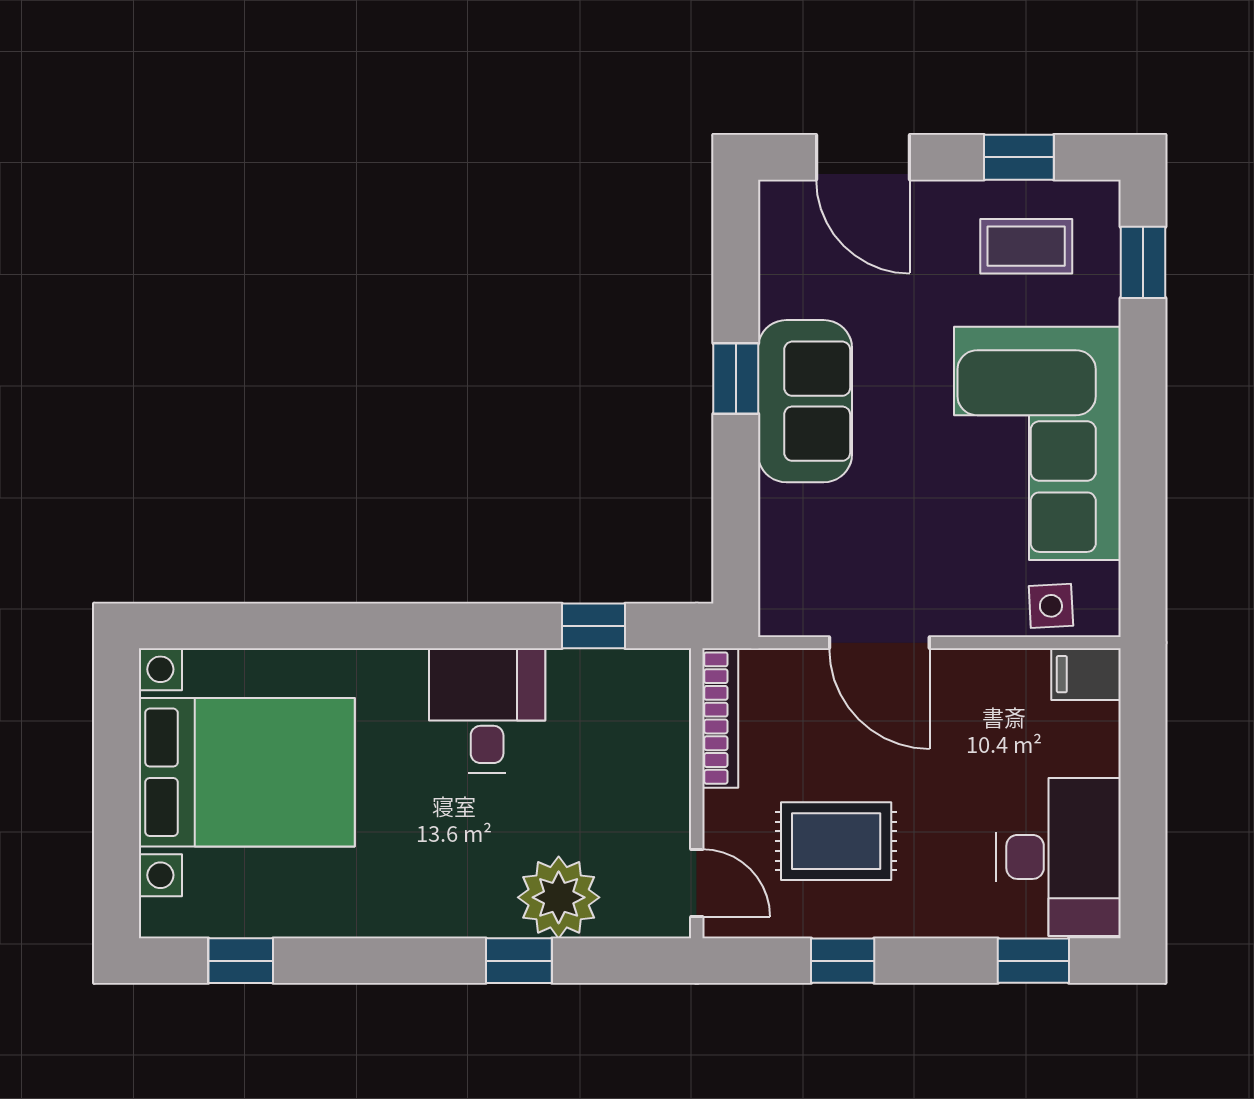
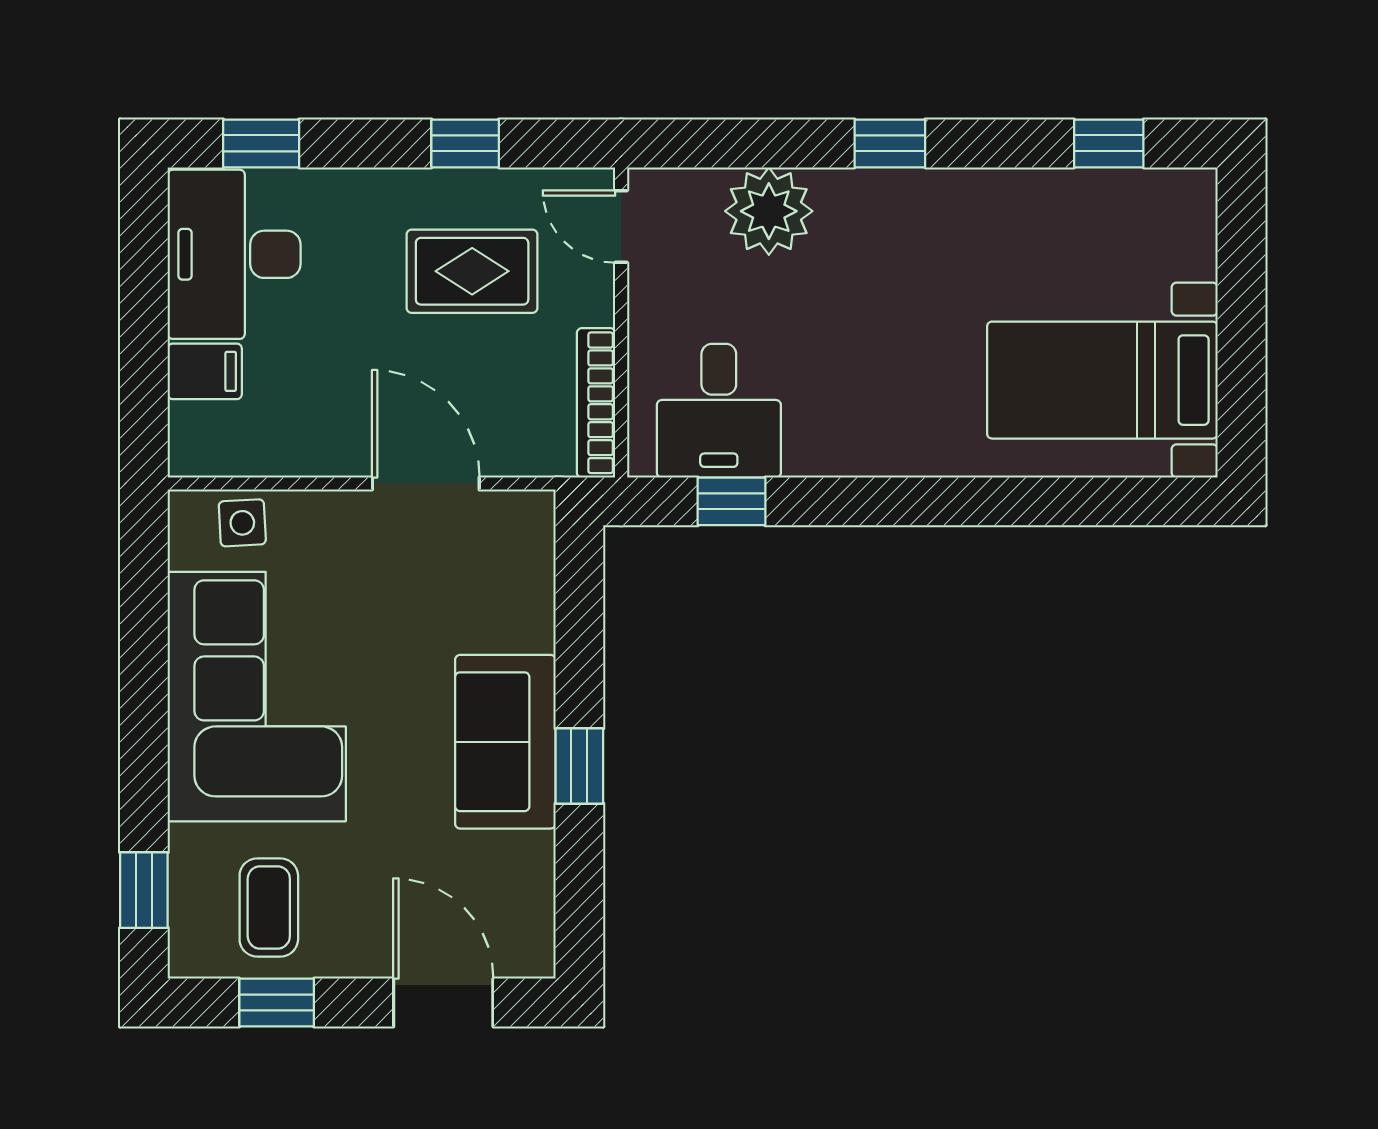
coffee table: (1026, 246) -> (269, 907), turned 90
filing cabinet: (1086, 674) -> (205, 371), moved
desk: (487, 711) -> (719, 411), moved
bed with nightstands: (247, 772) -> (1102, 380), width x0.73
window: (519, 961) -> (890, 143), moved

